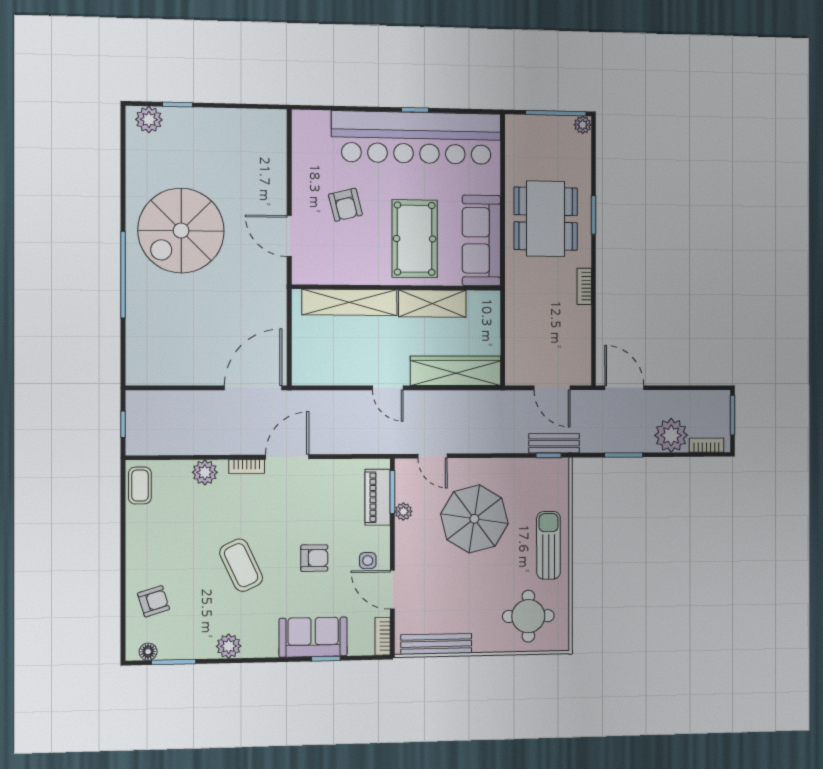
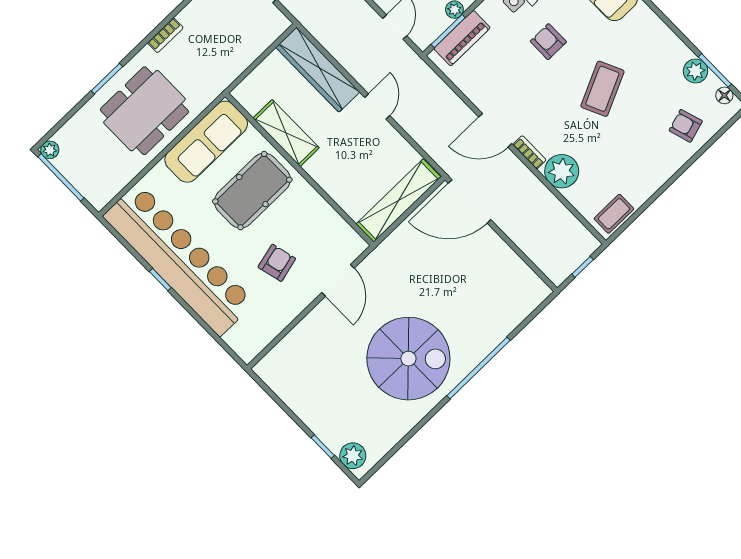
shelving: (349, 302) -> (398, 201), moved, turned 90
plant: (205, 472) -> (562, 171), width x1.36, depth x1.36
plant: (229, 646) -> (695, 71), moved

